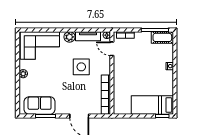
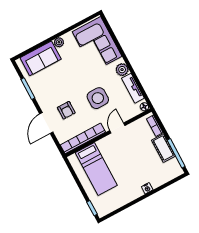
cot: (162, 37) -> (163, 148), moved
door: (112, 49) -> (117, 128), moved
armchair: (78, 96) -> (66, 110), added
bed: (152, 105) -> (96, 169), moved, turned 180
sofa: (40, 106) -> (41, 58), moved, turned 90

